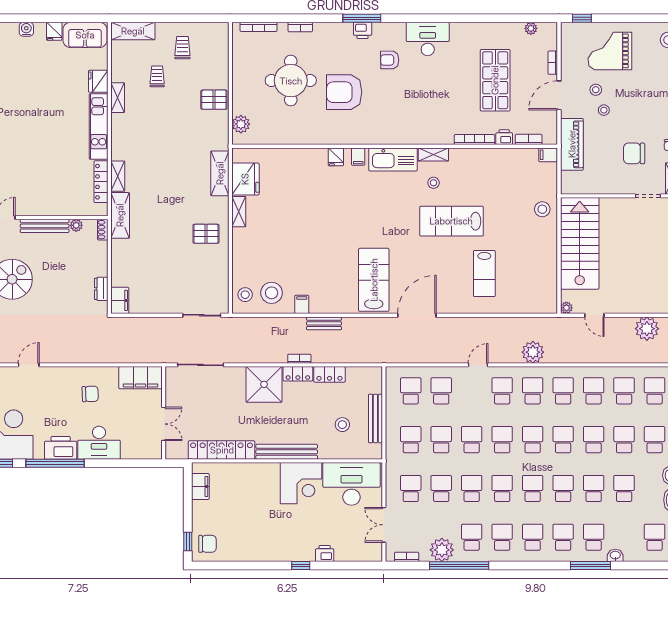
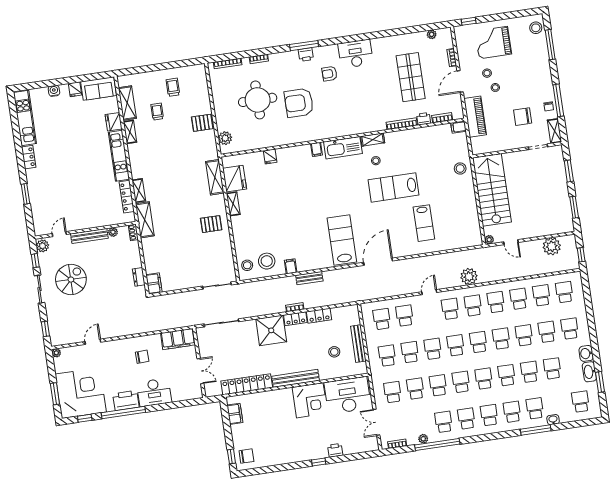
shelving: (133, 31) -> (127, 103), moved, turned 90
fridge: (336, 157) -> (270, 156), moved
plant: (442, 550) -> (423, 439), width x0.53, depth x0.53

